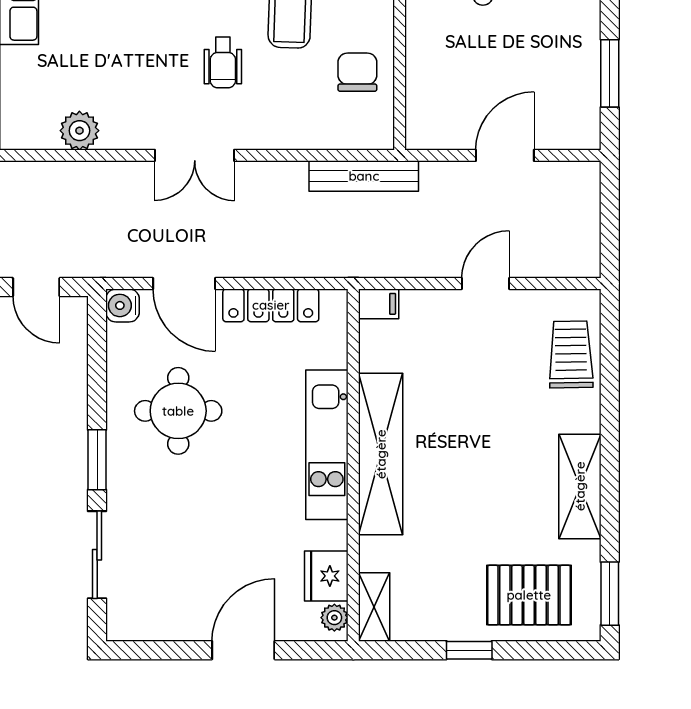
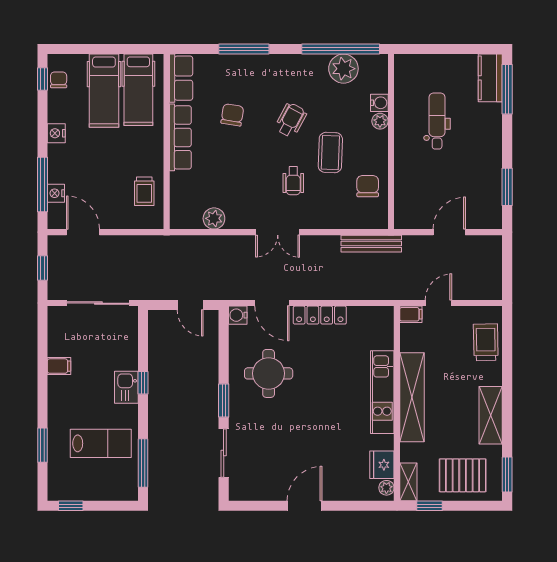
filing cabinet: (379, 304) -> (411, 314), moved
kitchen unit: (327, 445) -> (382, 392), moved
shelving: (381, 454) -> (412, 397), moved
wall: (353, 465) -> (397, 403), moved
fridge: (326, 576) -> (382, 465), moved
shelving: (374, 607) -> (408, 482), moved
plant: (334, 618) -> (386, 488), moved

